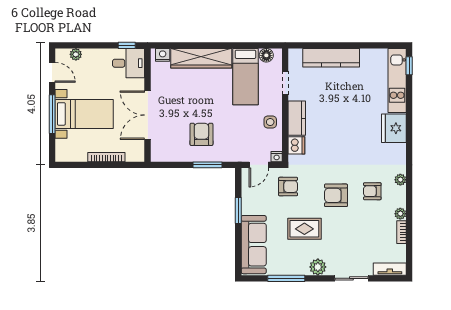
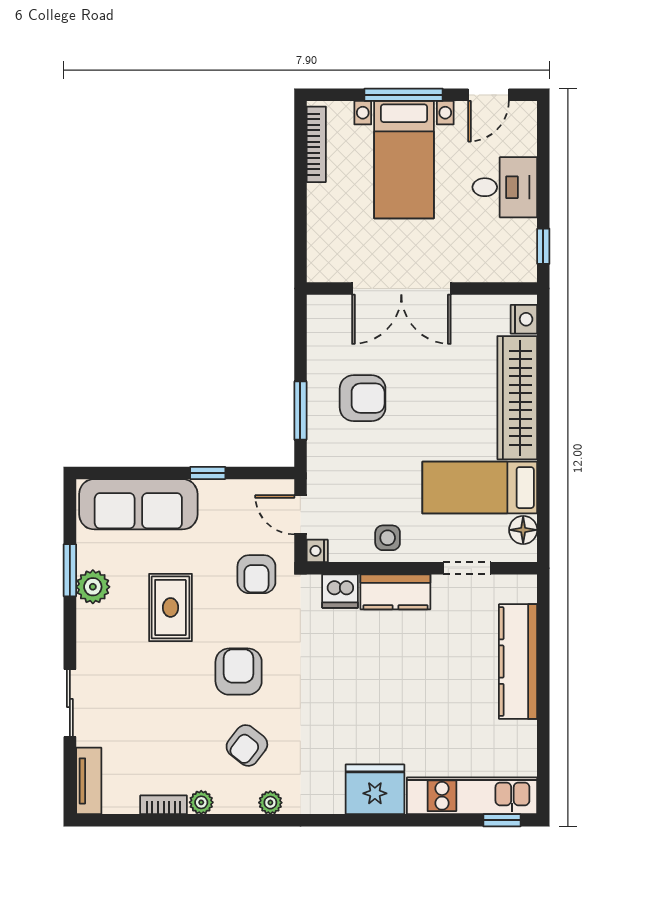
plant: (76, 54) -> (525, 143), removed
desk: (129, 63) -> (505, 187), moved, turned -90
double door: (148, 115) -> (401, 288), swing flipped
bookcase: (106, 157) -> (316, 144), moved
armchair: (372, 191) -> (247, 745), turned -142
window: (238, 210) -> (208, 473), width x0.67
plant: (318, 267) -> (93, 587), moved
window: (286, 278) -> (70, 570), width x0.69

